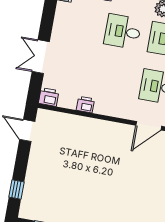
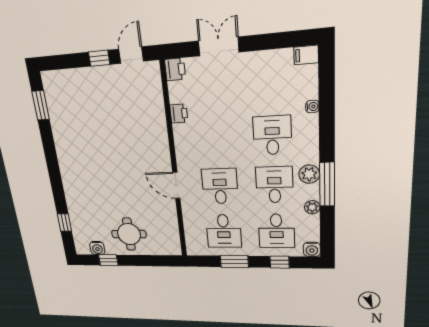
window: (17, 189) -> (99, 58), moved

